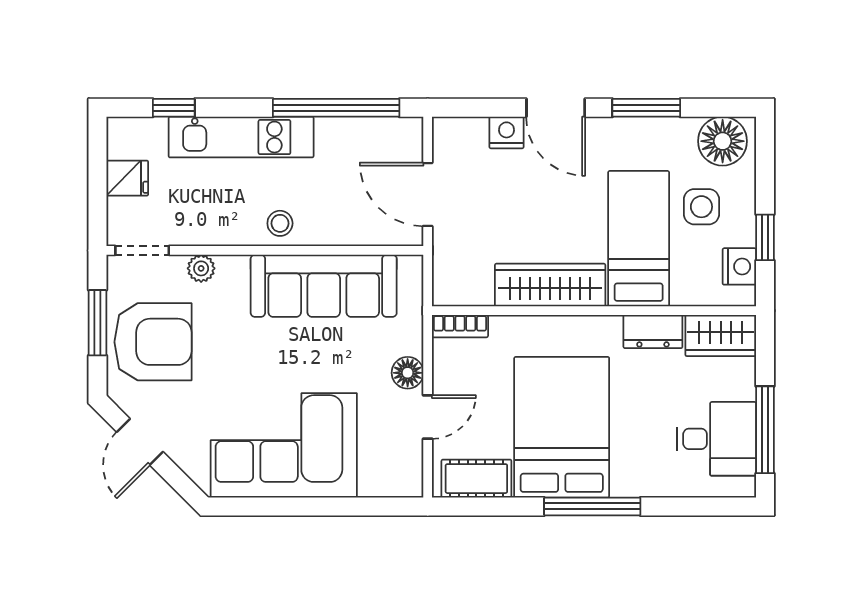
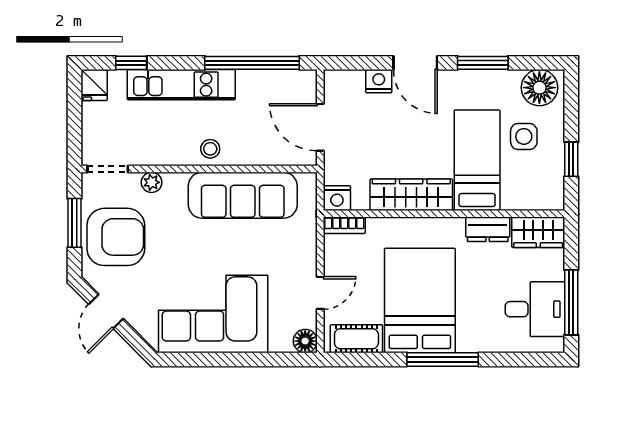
fridge: (127, 178) -> (94, 85), moved, turned 90
nightstand: (739, 266) -> (337, 198), moved, turned 90
floor lamp: (408, 373) -> (305, 341), moved

